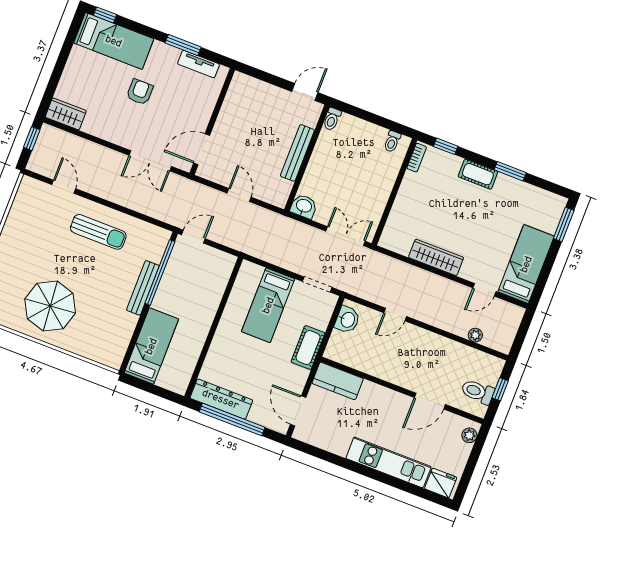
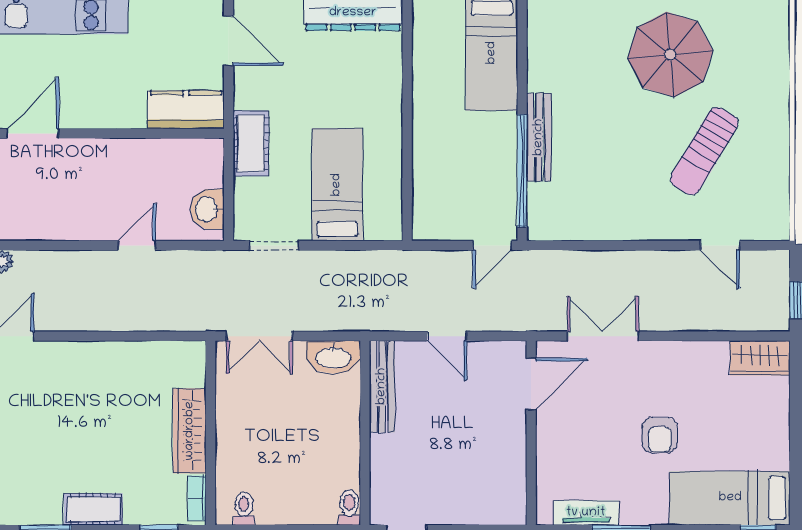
bench: (297, 153) -> (382, 386), moved
washbasin: (304, 206) -> (333, 357), width x1.38
sun lounger: (98, 232) -> (704, 151), moved, turned -59
wardrobe: (436, 257) -> (190, 431), moved, turned 90

